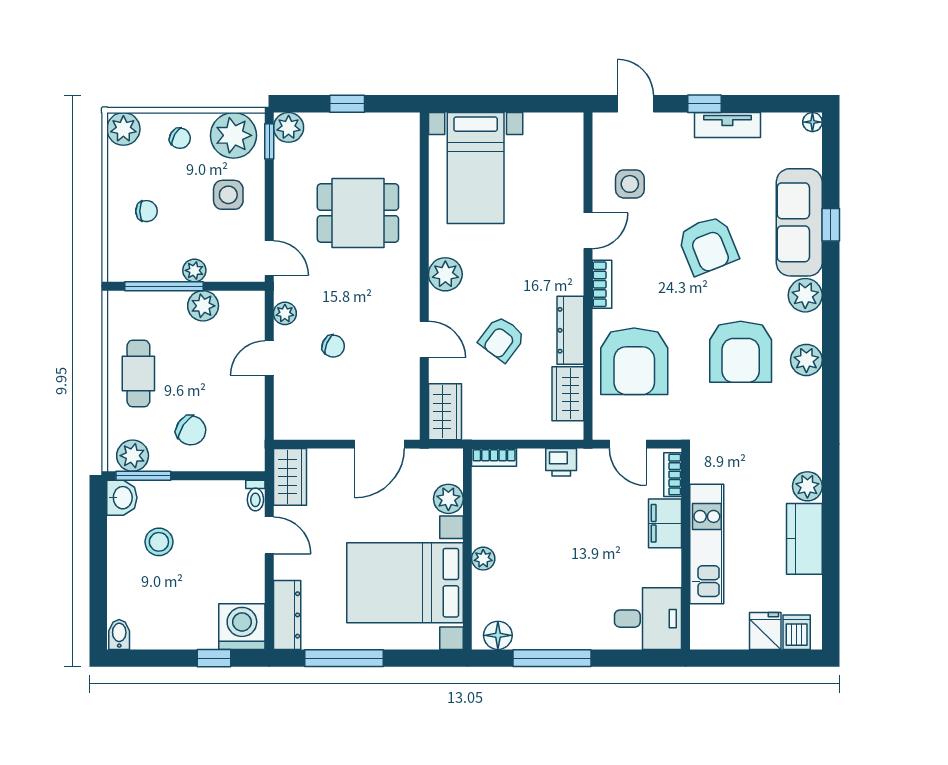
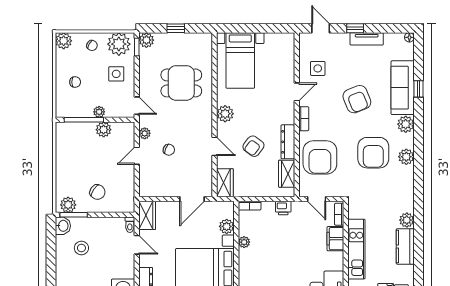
cafe table: (138, 373) -> (71, 164), removed
plant: (483, 559) -> (244, 242), moved

